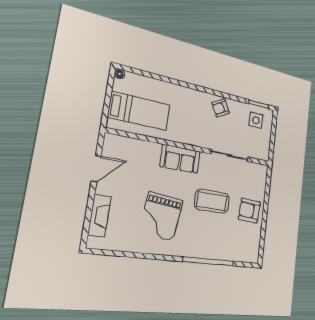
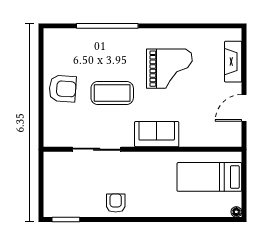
armchair: (221, 108) -> (116, 203), turned -61
side table: (256, 120) -> (67, 199), removed
grand piano: (161, 216) -> (169, 69), turned 83

